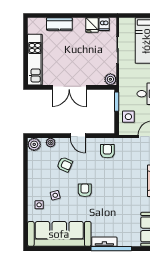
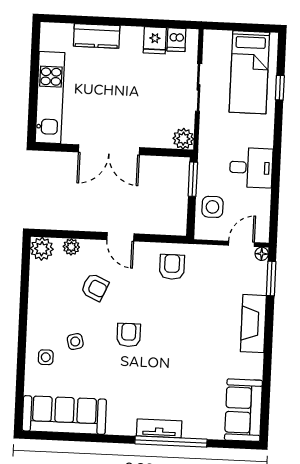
sofa: (59, 234) -> (64, 415), width x0.74, depth x0.79

